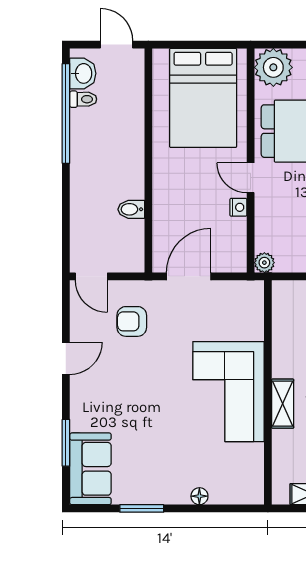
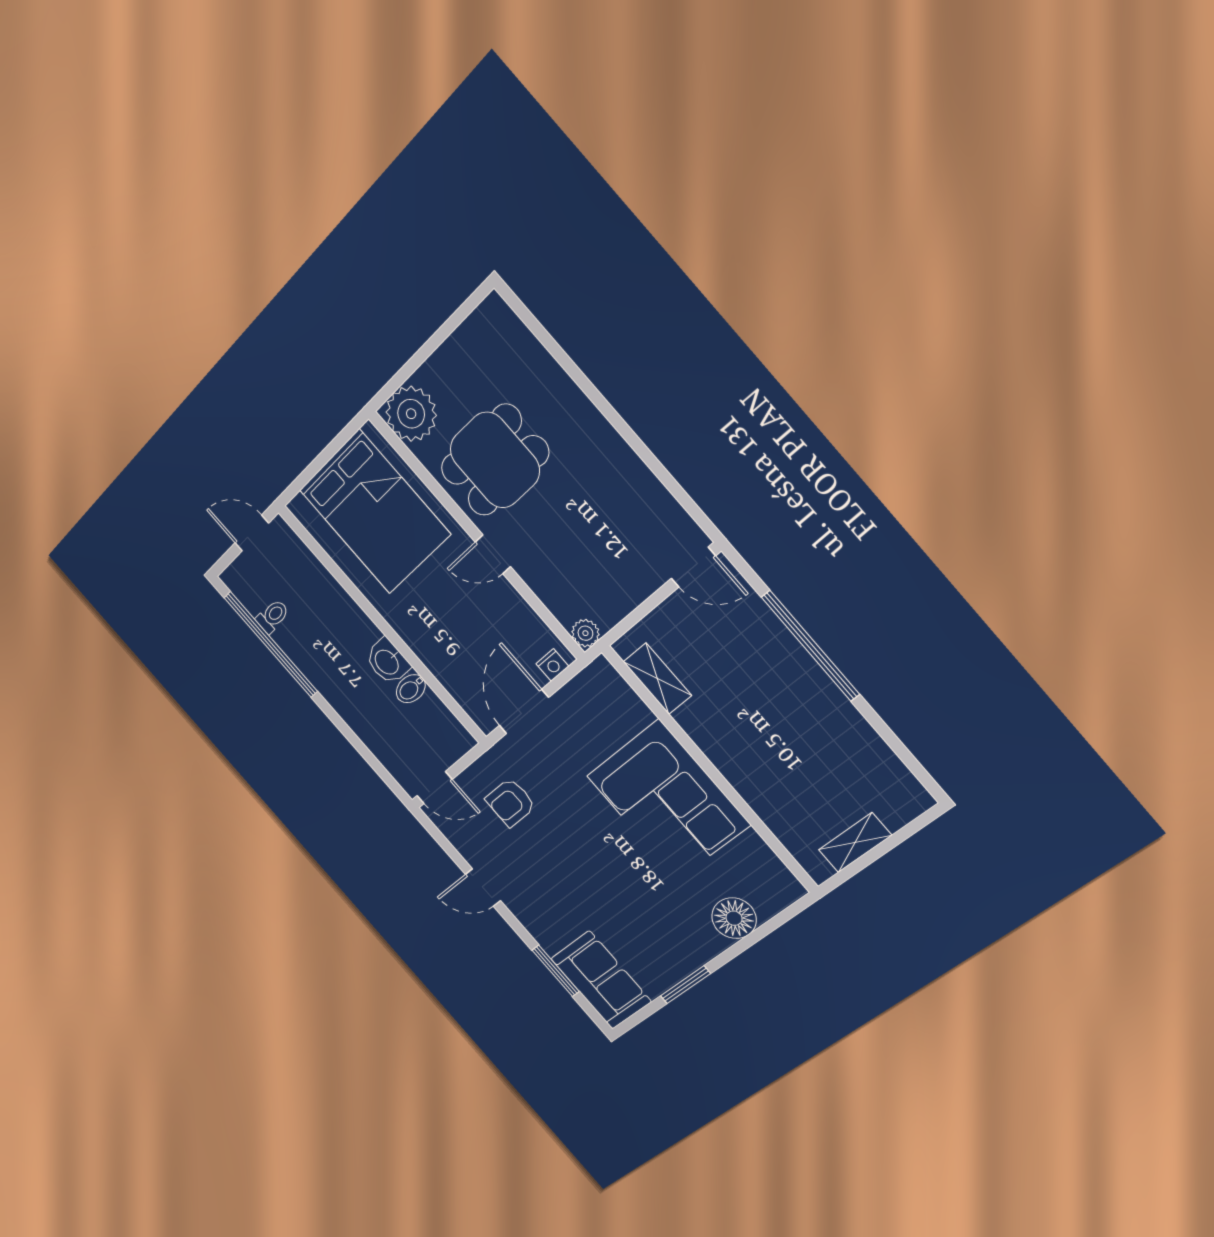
washbasin: (83, 73) -> (387, 662), moved, turned 180
nightstand: (238, 207) -> (552, 665), moved, turned 90
door: (66, 358) -> (483, 887), swing flipped
shelving: (283, 404) -> (657, 679), moved
floor lamp: (199, 496) -> (734, 918), width x1.89, depth x1.89

